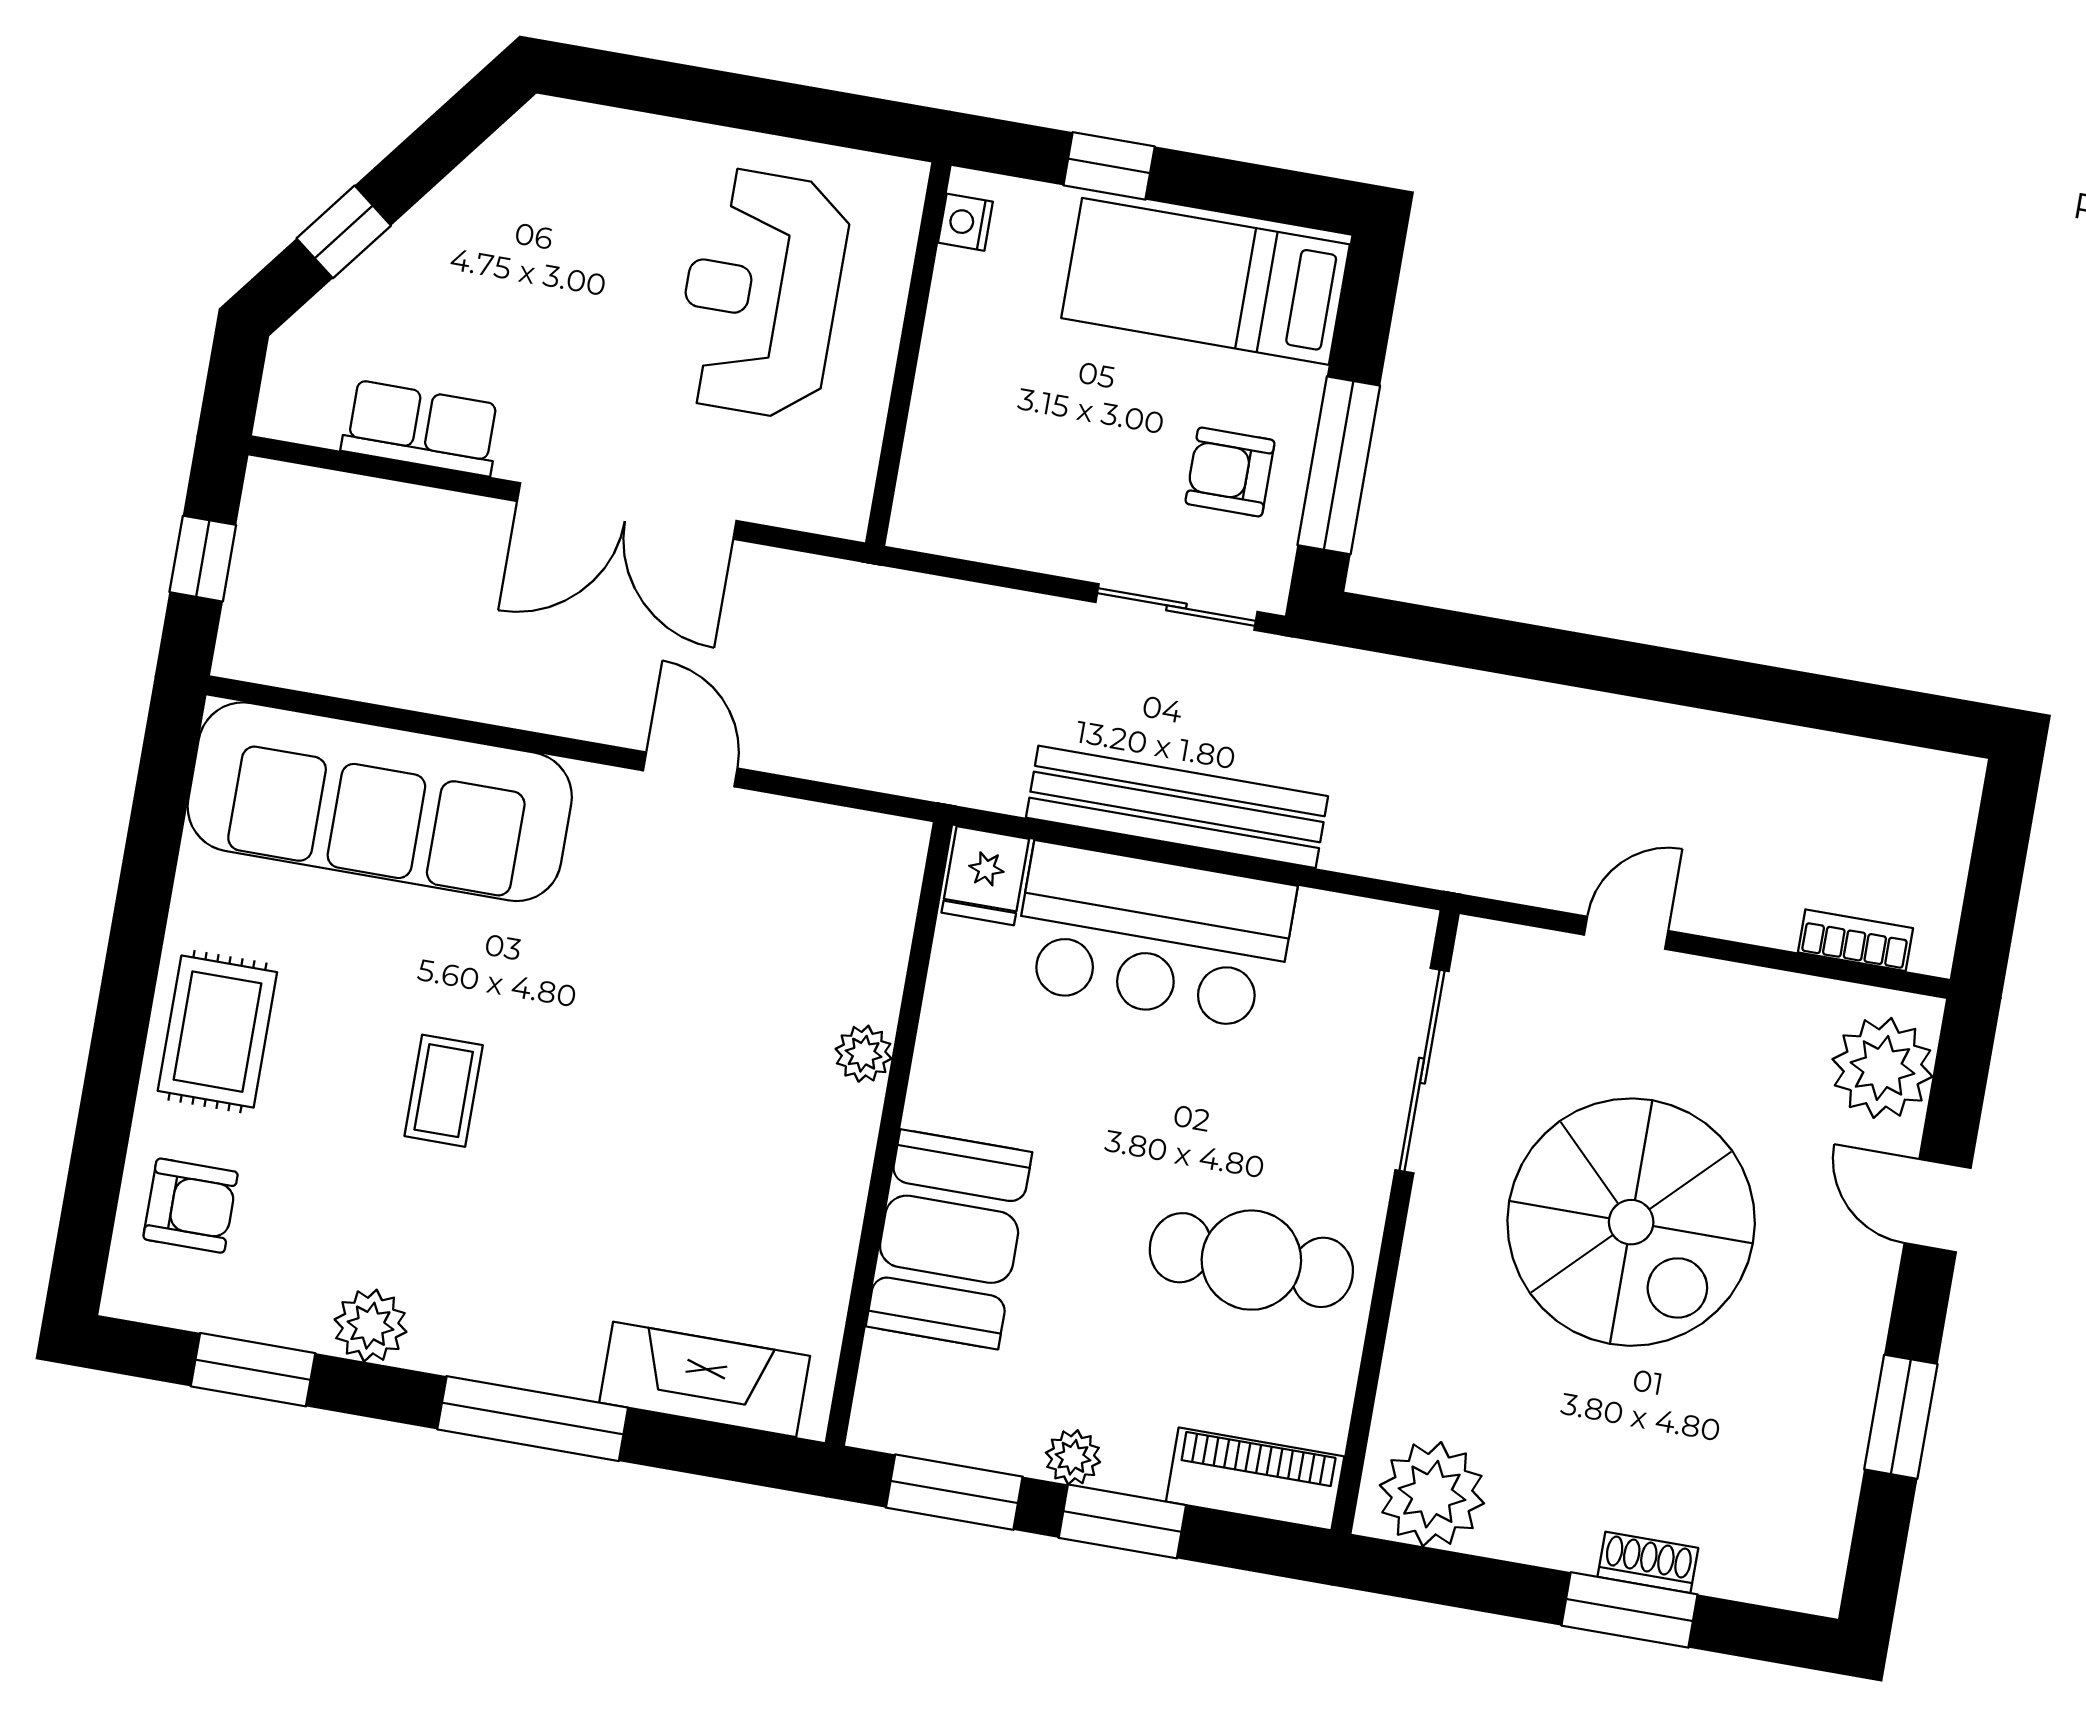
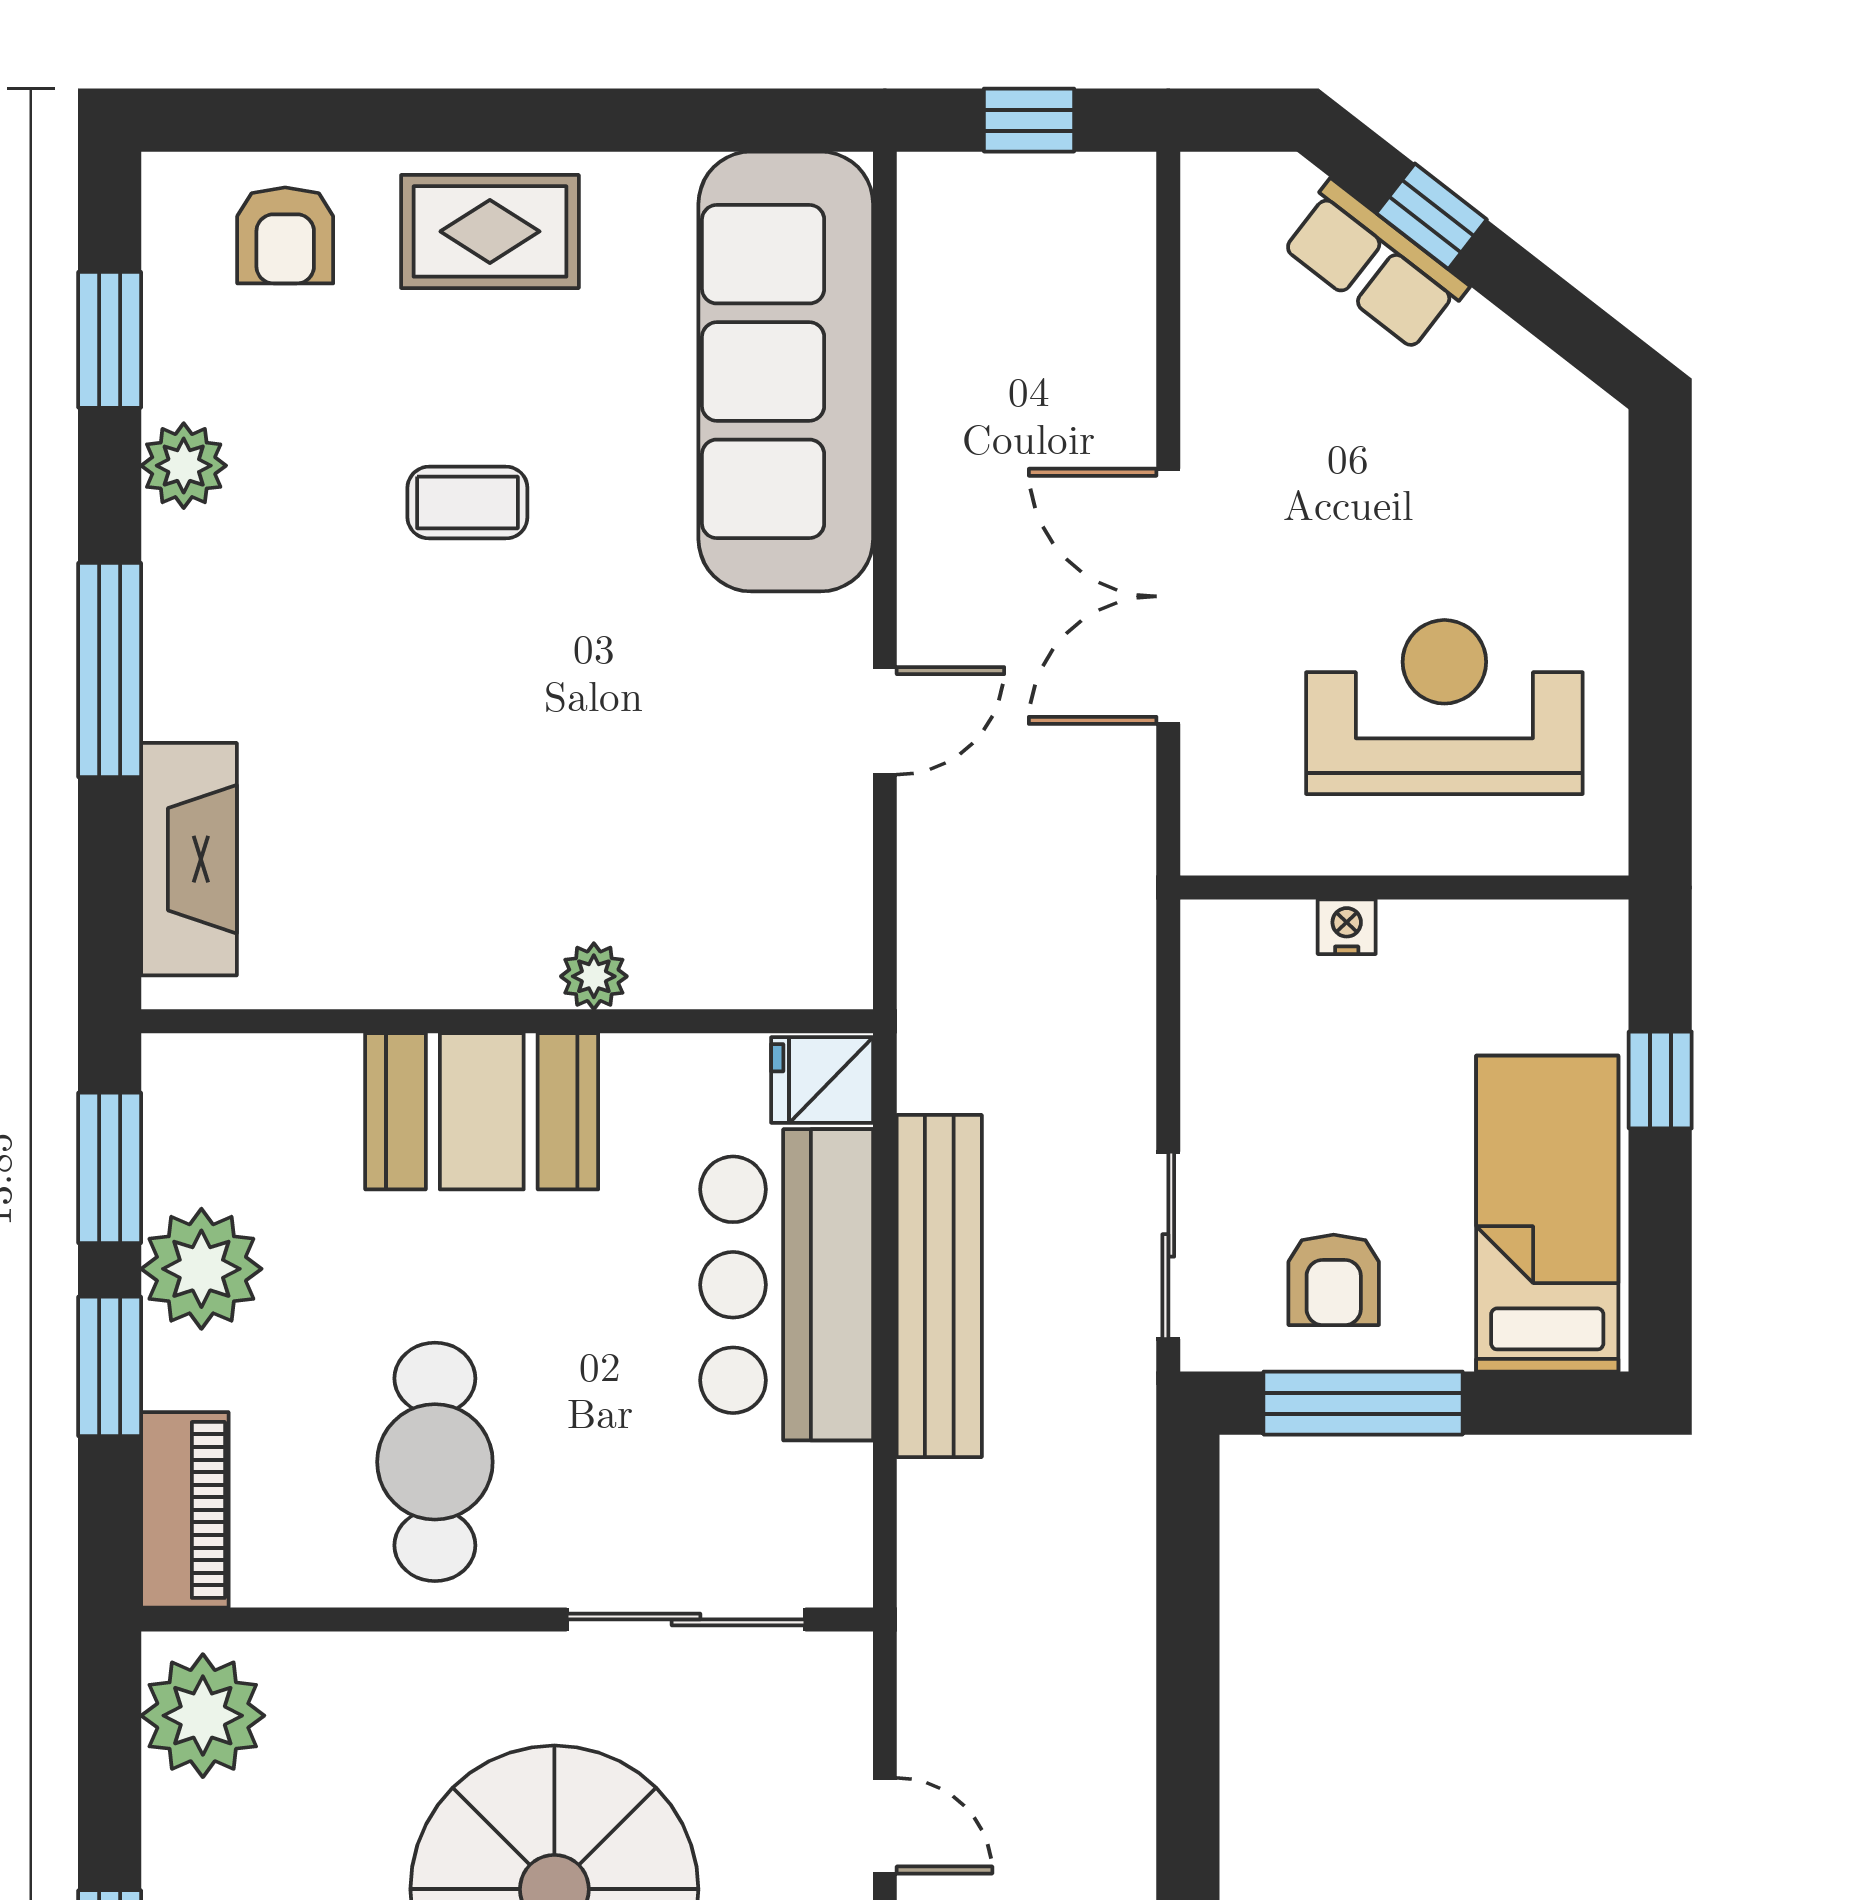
nightstand: (965, 222) -> (1347, 927), moved
row of seats: (421, 428) -> (1374, 265), moved, turned 128
armchair: (1230, 472) -> (1334, 1280), turned 180
booth: (949, 1239) -> (482, 1111), moved
plant: (1073, 1457) -> (201, 1269), width x1.87, depth x1.87

